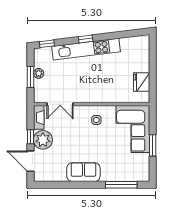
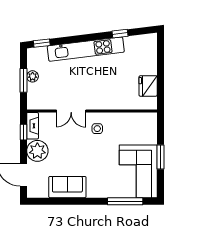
window: (86, 39) -> (120, 34), moved
double door: (60, 104) -> (71, 111), moved
corner sofa: (133, 129) -> (138, 171), moved
window: (30, 137) -> (23, 132), moved
sofa: (83, 172) -> (67, 187), moved

